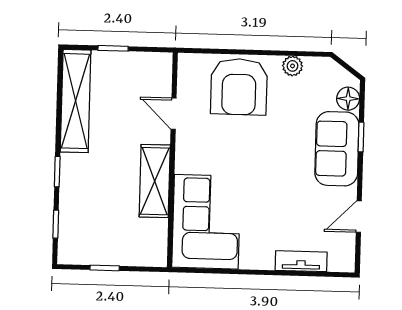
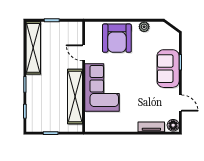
floor lamp: (348, 99) -> (173, 125), moved
shelving: (155, 181) -> (75, 96), width x1.47
door: (359, 216) -> (180, 103), swing flipped
corner sofa: (206, 222) -> (102, 88), moved

